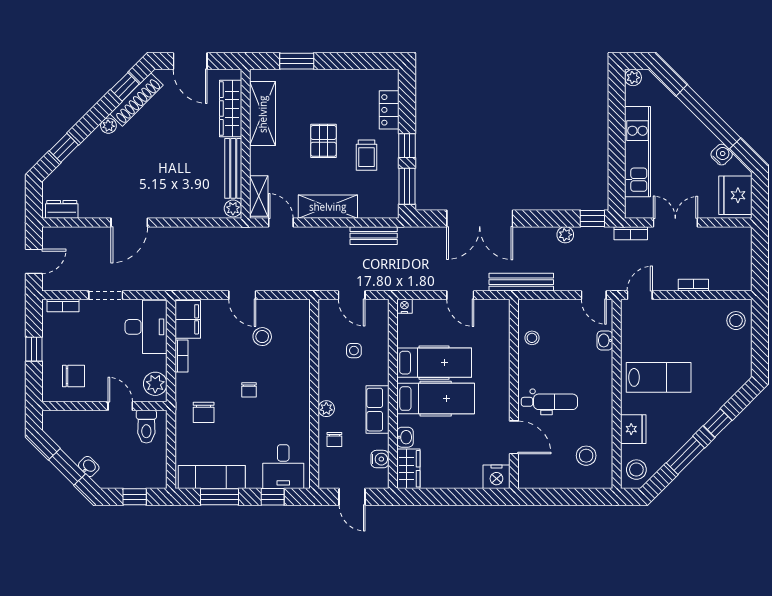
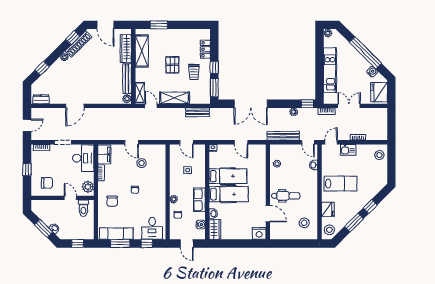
bench: (521, 282) -> (283, 136), moved
kitchen sink: (674, 310) -> (348, 150), added

